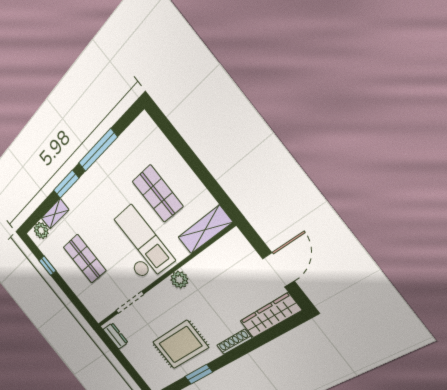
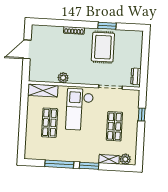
window: (47, 266) -> (142, 115), moved
plant: (179, 280) -> (63, 78), moved
wardrobe: (270, 316) -> (47, 32), removed
rug: (180, 345) -> (103, 47), turned 90

